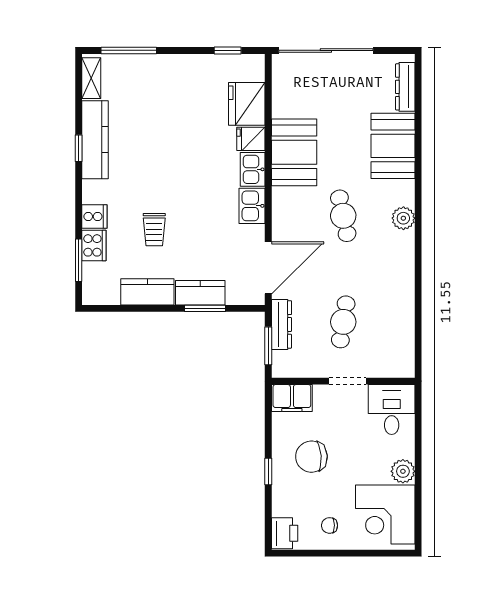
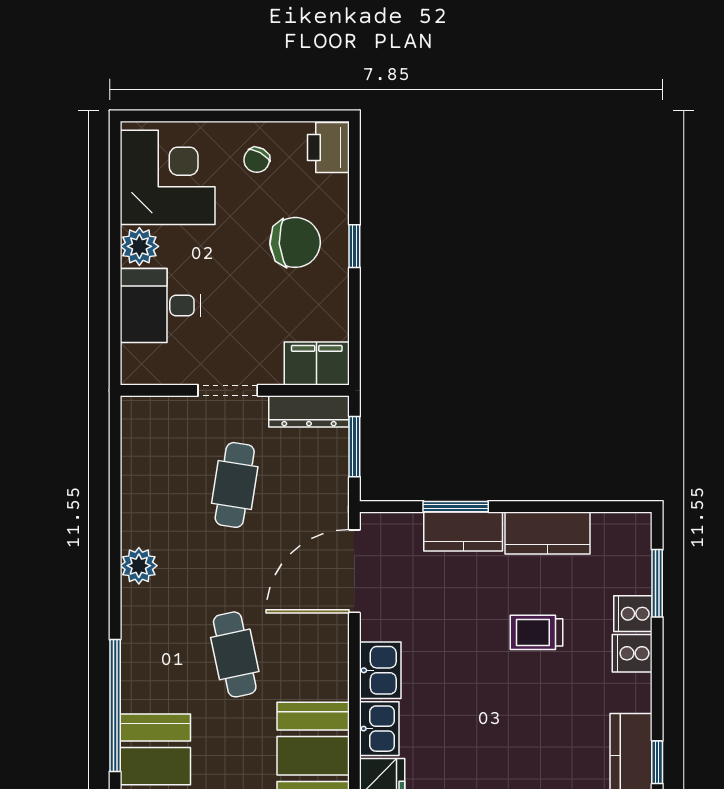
window: (418, 184) -> (115, 706), added
plant: (403, 218) -> (139, 566), moved
trolley: (154, 230) -> (537, 632), turned -90
cooker: (94, 245) -> (633, 614), width x0.73
dresser: (281, 324) -> (309, 411), moved, turned -90
desk: (392, 410) -> (160, 305), moved, turned 90
chair: (311, 457) -> (295, 242), moved
chair: (330, 525) -> (257, 160), turned 119

